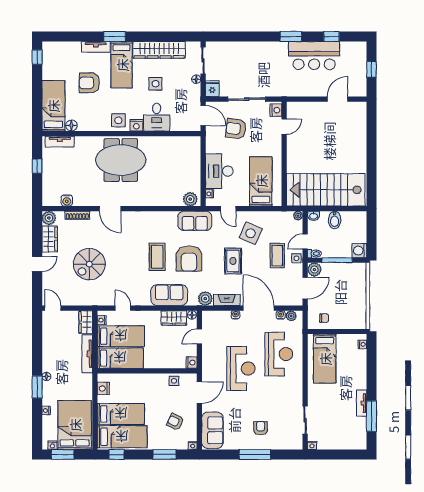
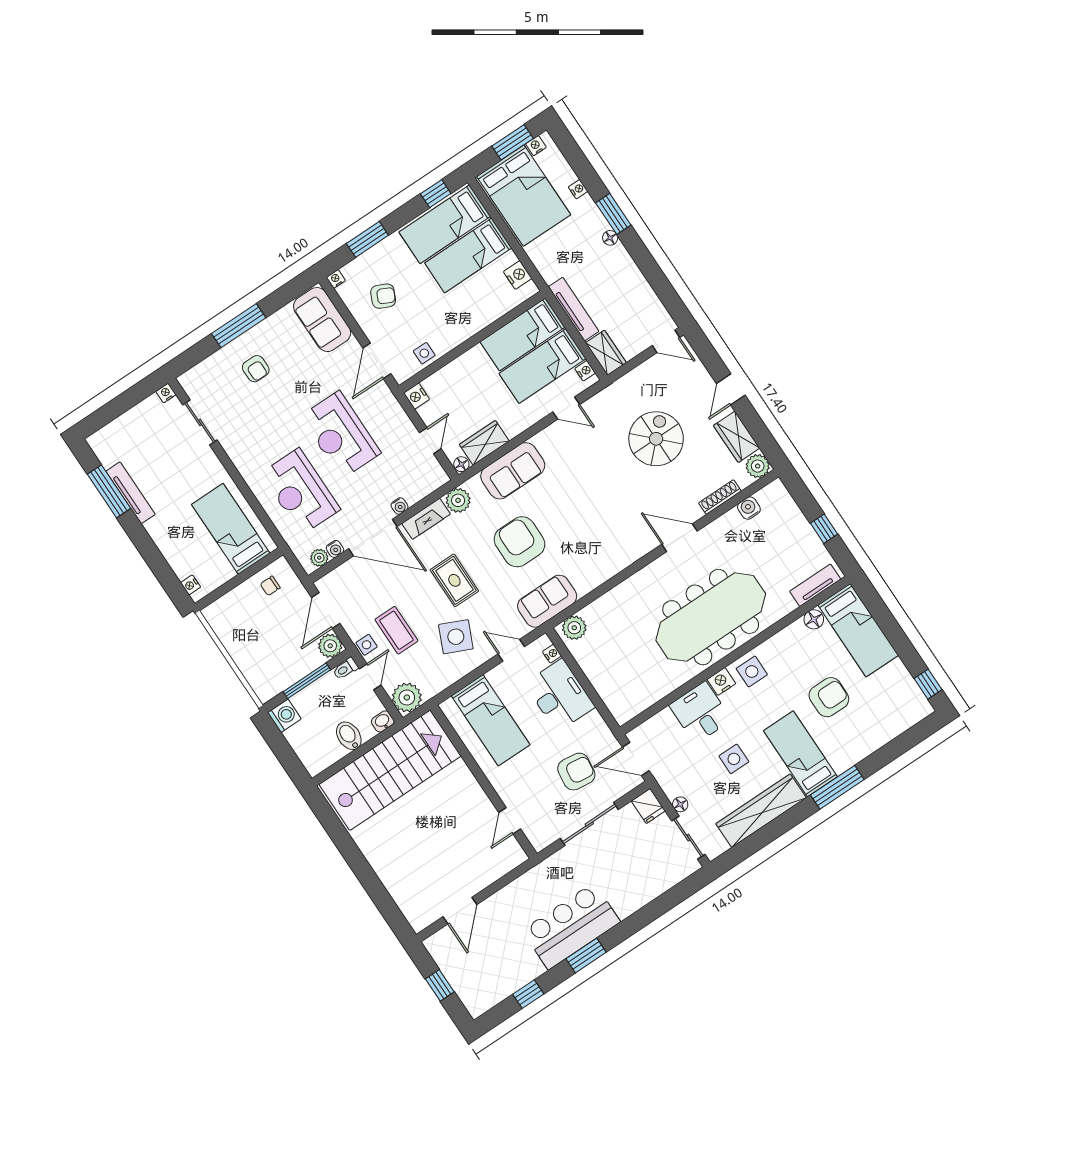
window: (115, 36) -> (837, 787), width x1.44
tv unit: (96, 47) -> (854, 755), removed
bar counter: (314, 56) -> (571, 926), moved
nightstand: (276, 110) -> (537, 836), removed
meeting table: (121, 160) -> (711, 617), width x1.36
plant: (298, 216) -> (407, 697), width x1.87, depth x1.87
coffee table: (157, 257) -> (566, 514), removed
tv unit: (362, 403) -> (131, 493), width x1.41

